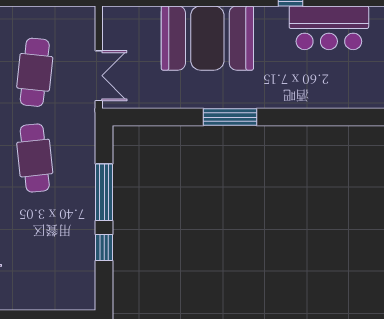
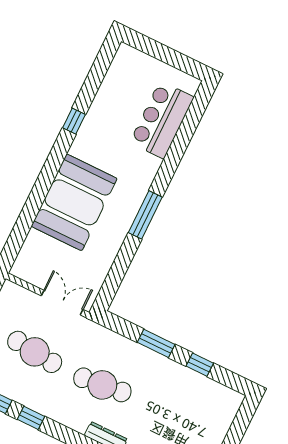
bar counter: (329, 28) -> (162, 120), moved, turned 180
window: (104, 192) -> (156, 343), width x0.69

